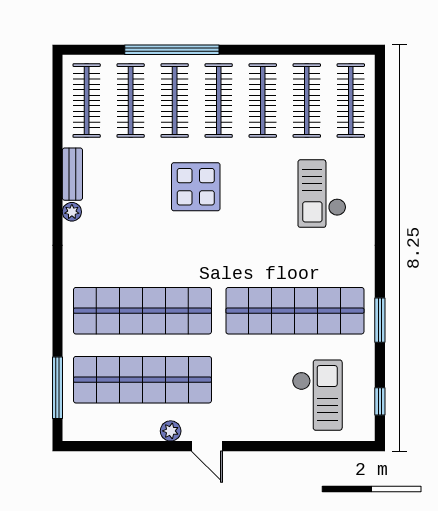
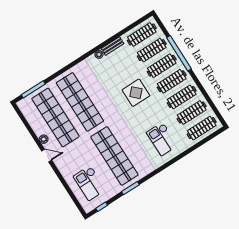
checkout: (322, 194) -> (162, 139), turned -90
checkout: (317, 395) -> (90, 183), turned 90
door: (207, 446) -> (47, 155), swing flipped

